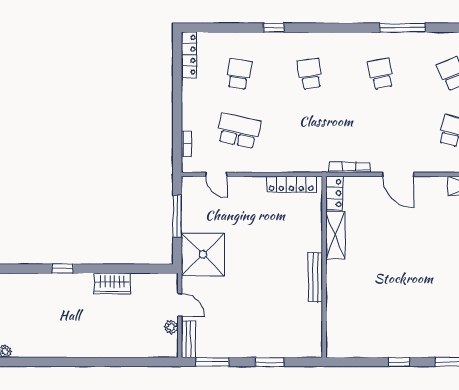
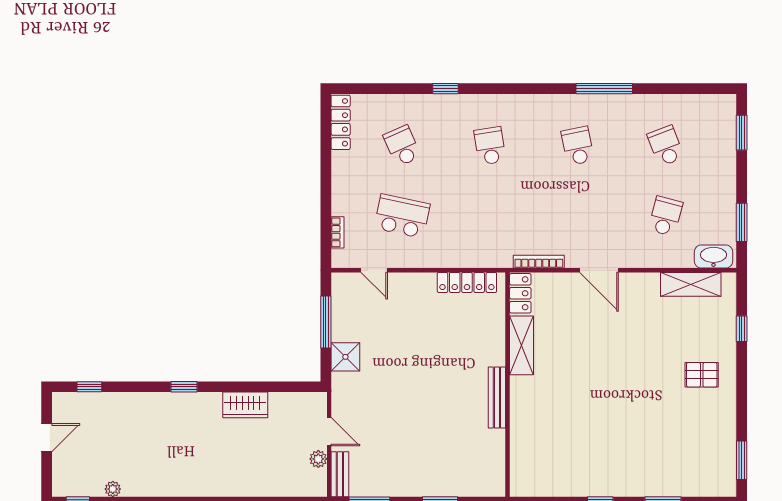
school desk: (239, 74) -> (402, 146), turned -33
shower: (203, 254) -> (345, 357), width x0.54, depth x0.54

